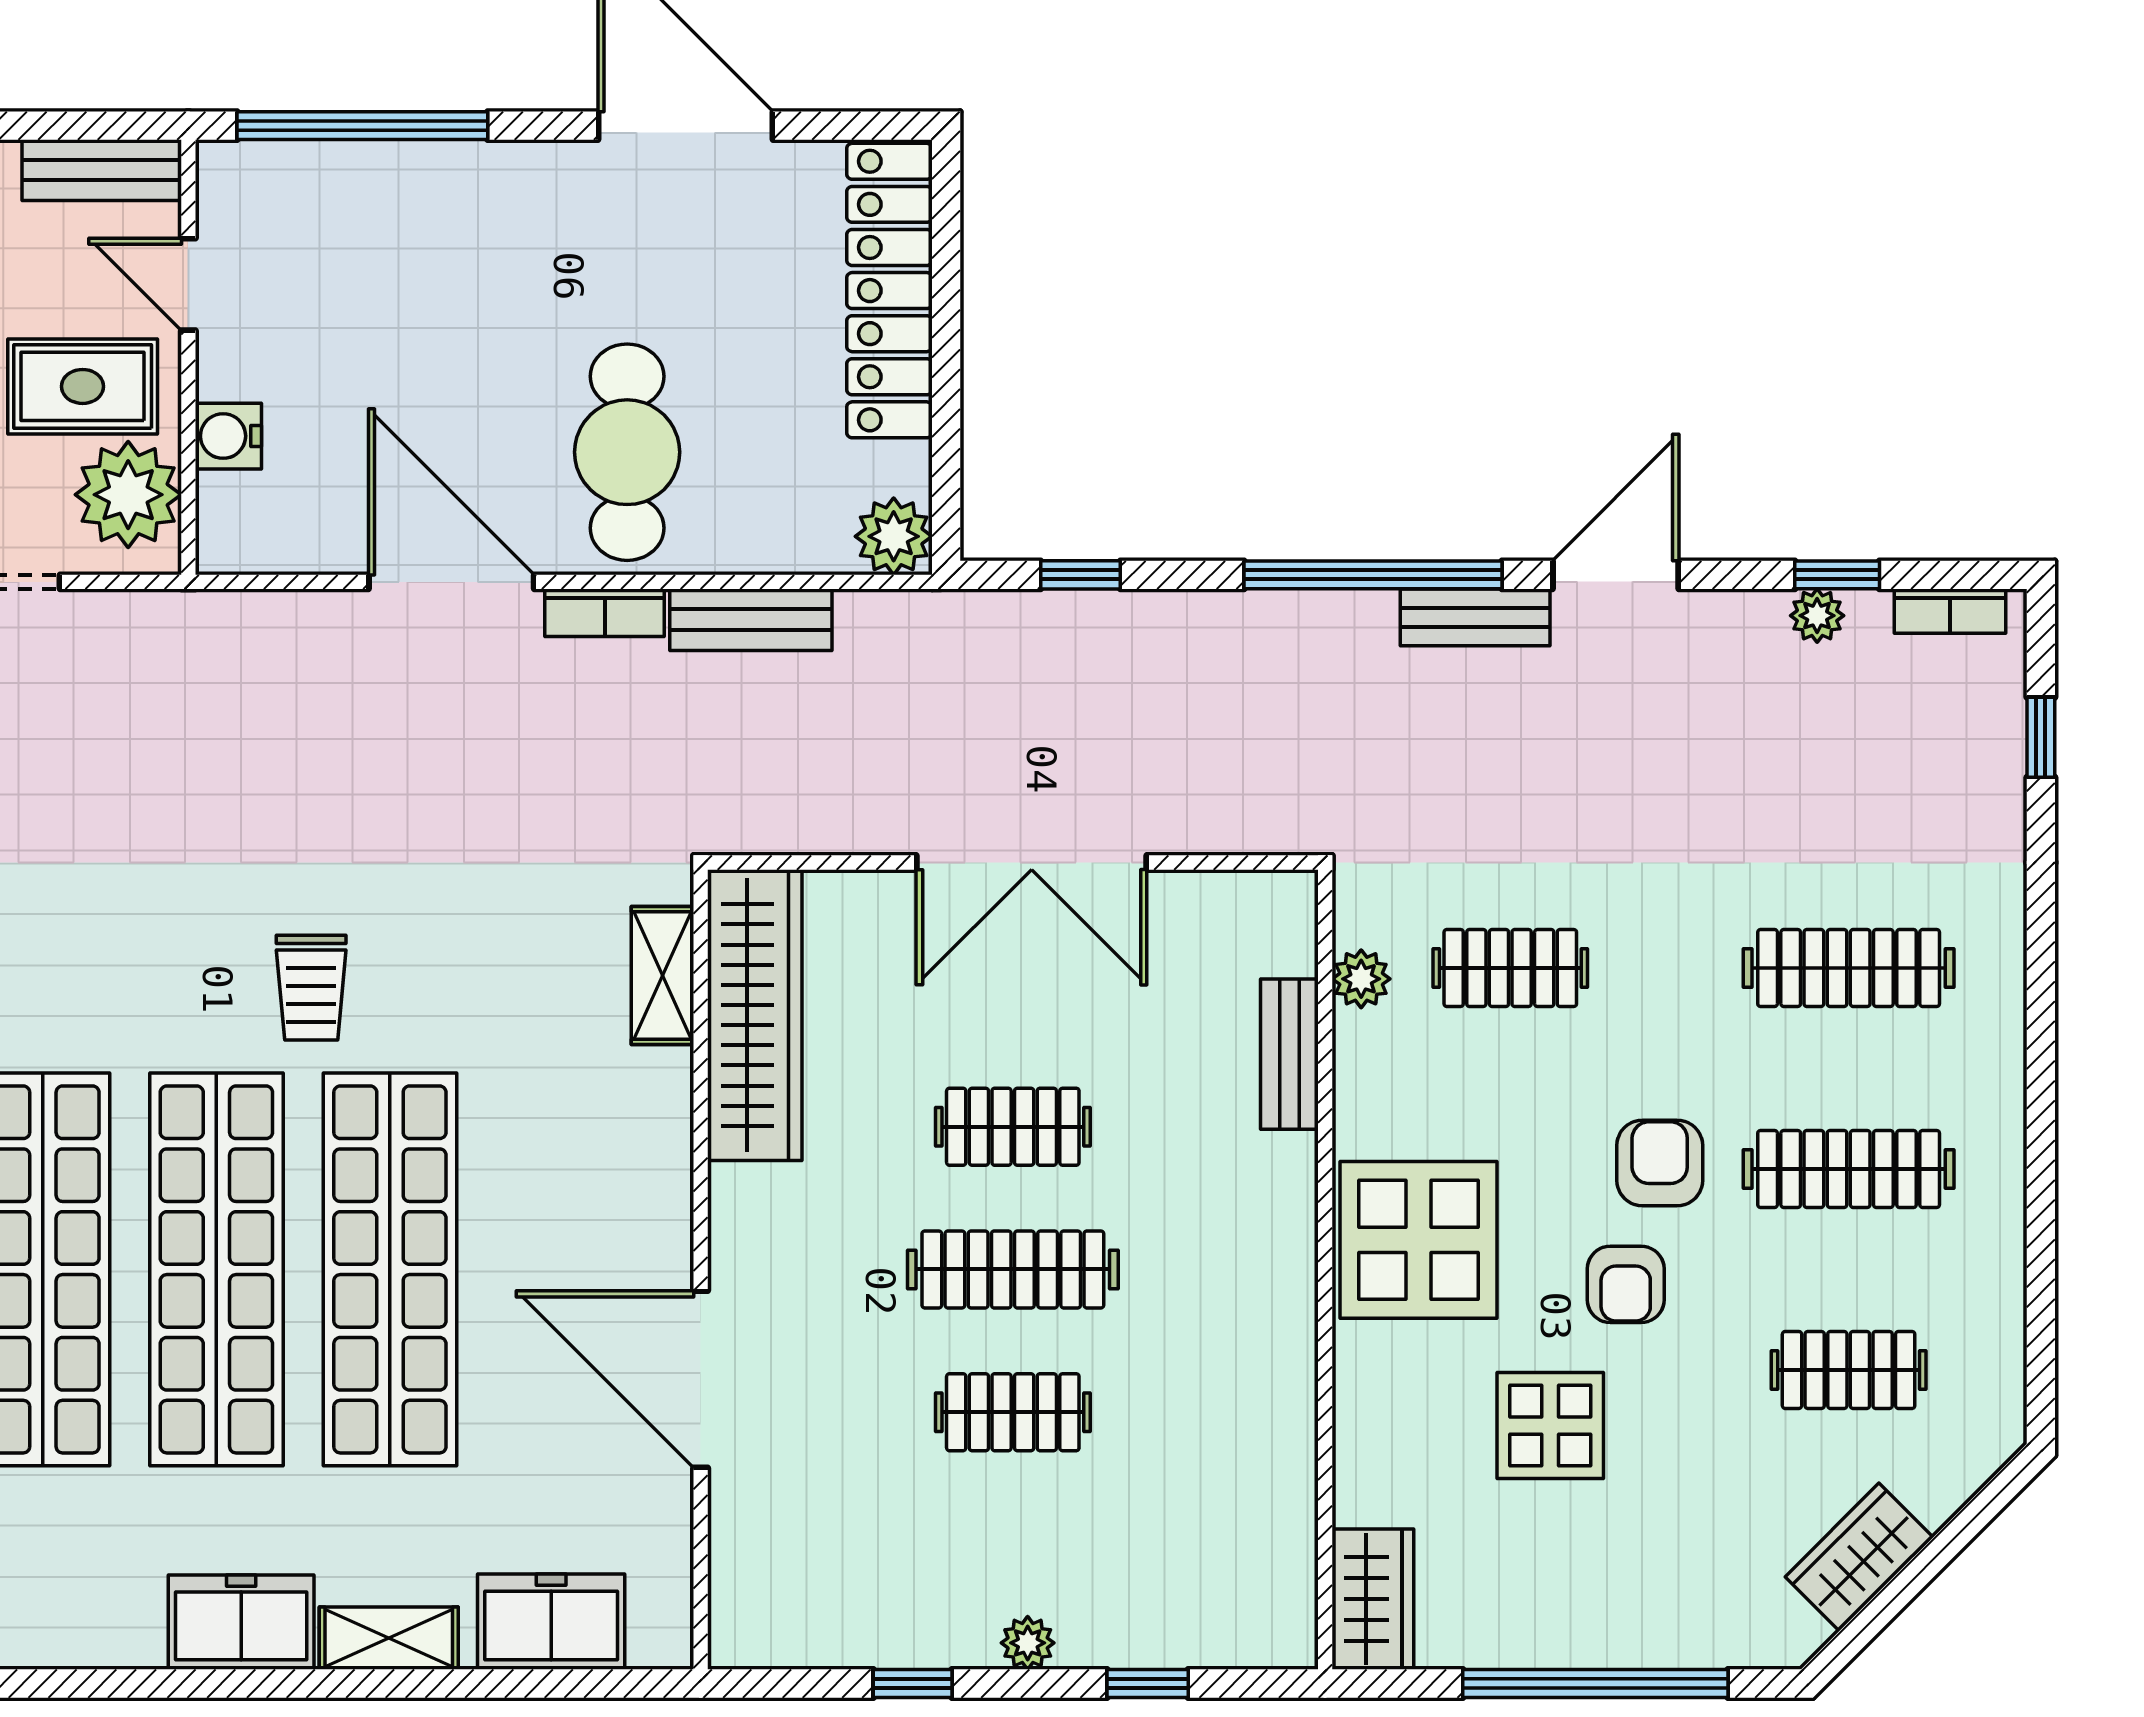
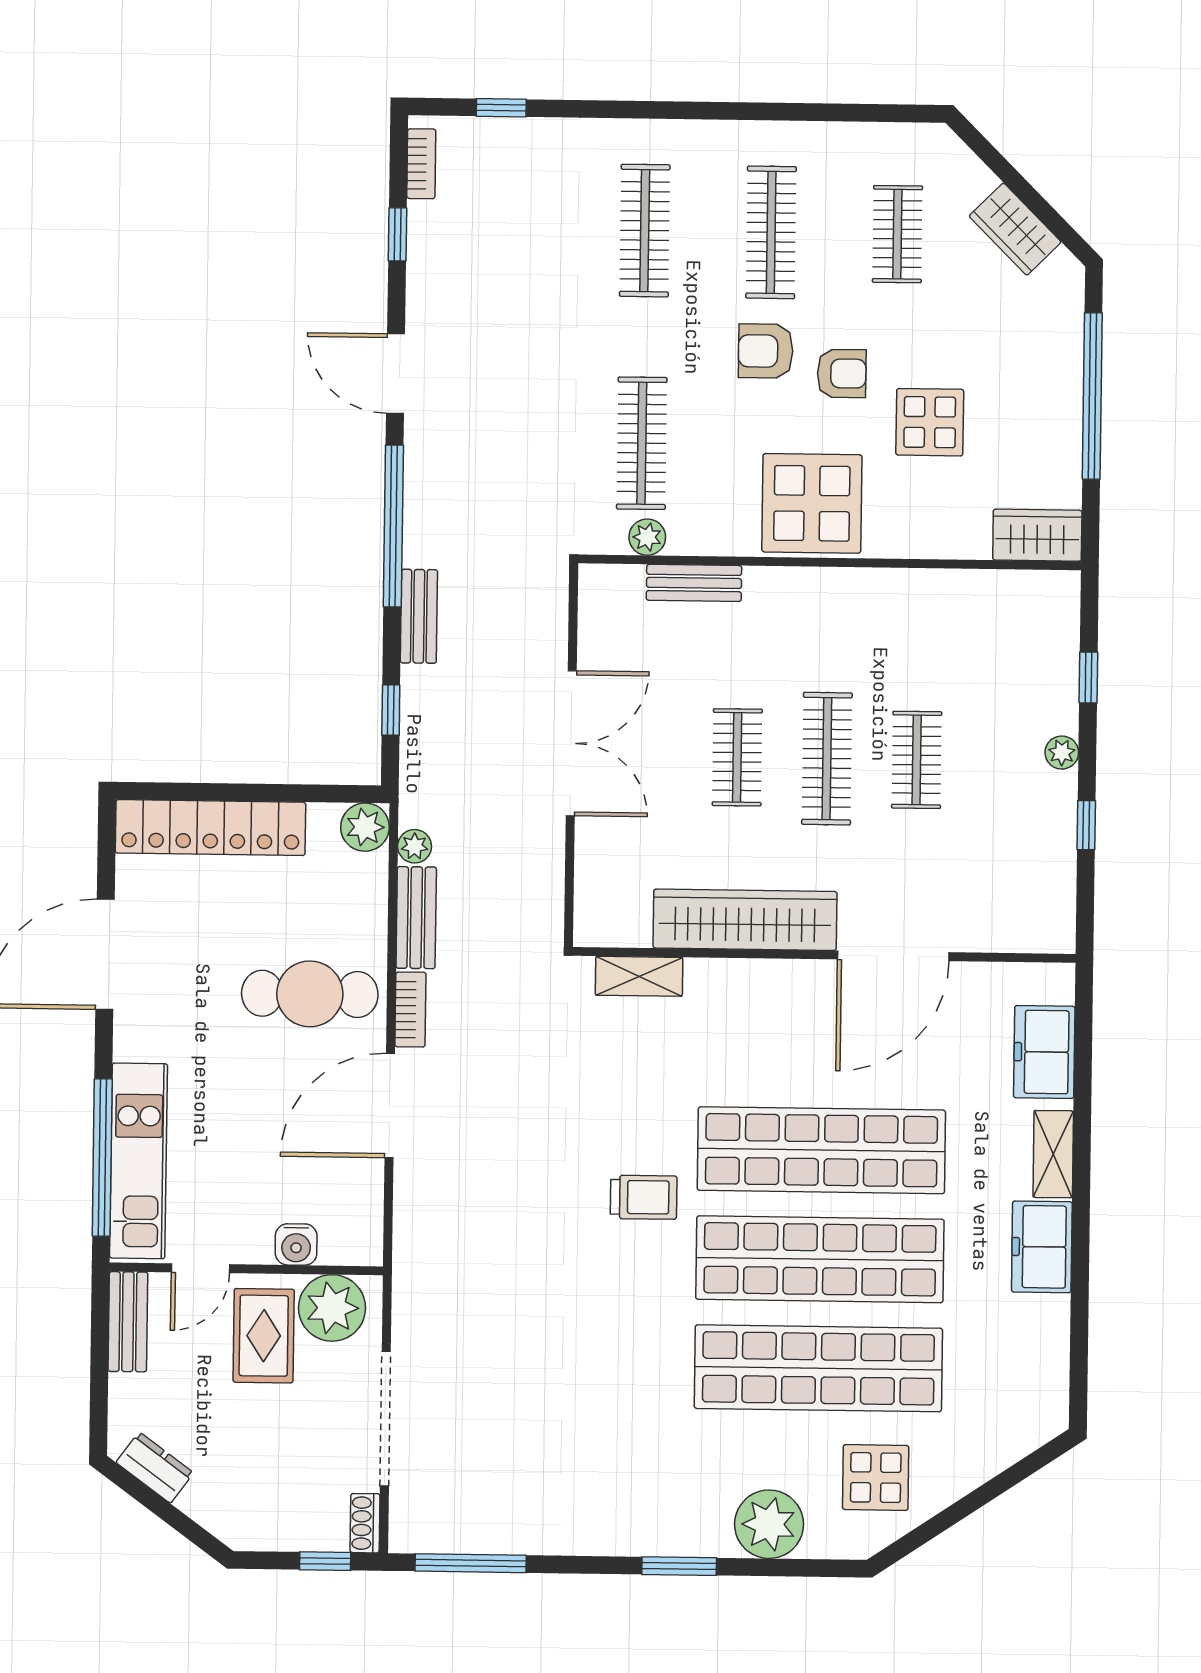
kitchen unit: (358, 184) -> (139, 1161), added
plant: (1817, 616) -> (415, 846), moved
bench: (1475, 617) -> (419, 616), moved
clothes rail: (1510, 968) -> (642, 443), width x1.36
wardrobe: (755, 1015) -> (745, 920), moved

